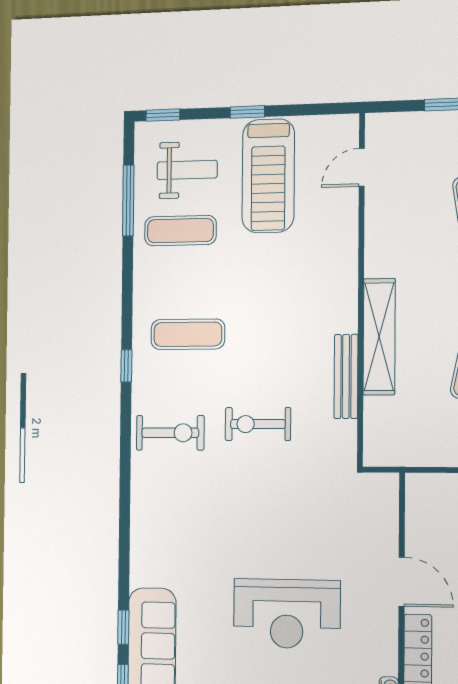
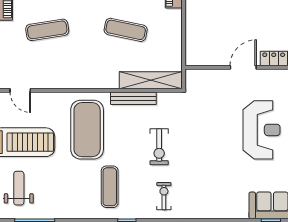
exercise mat: (180, 231) -> (87, 130), moved, width x2.00, depth x1.45
shelving: (379, 337) -> (151, 80), moved
exercise bike: (170, 433) -> (164, 196), width x0.73, depth x0.72

